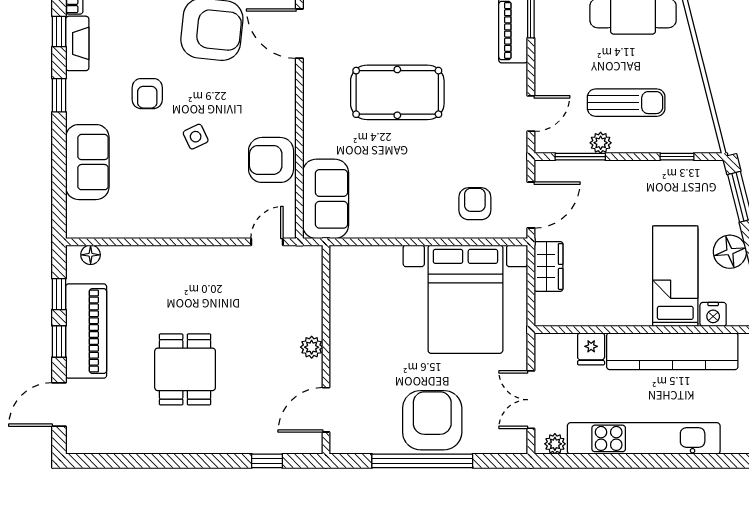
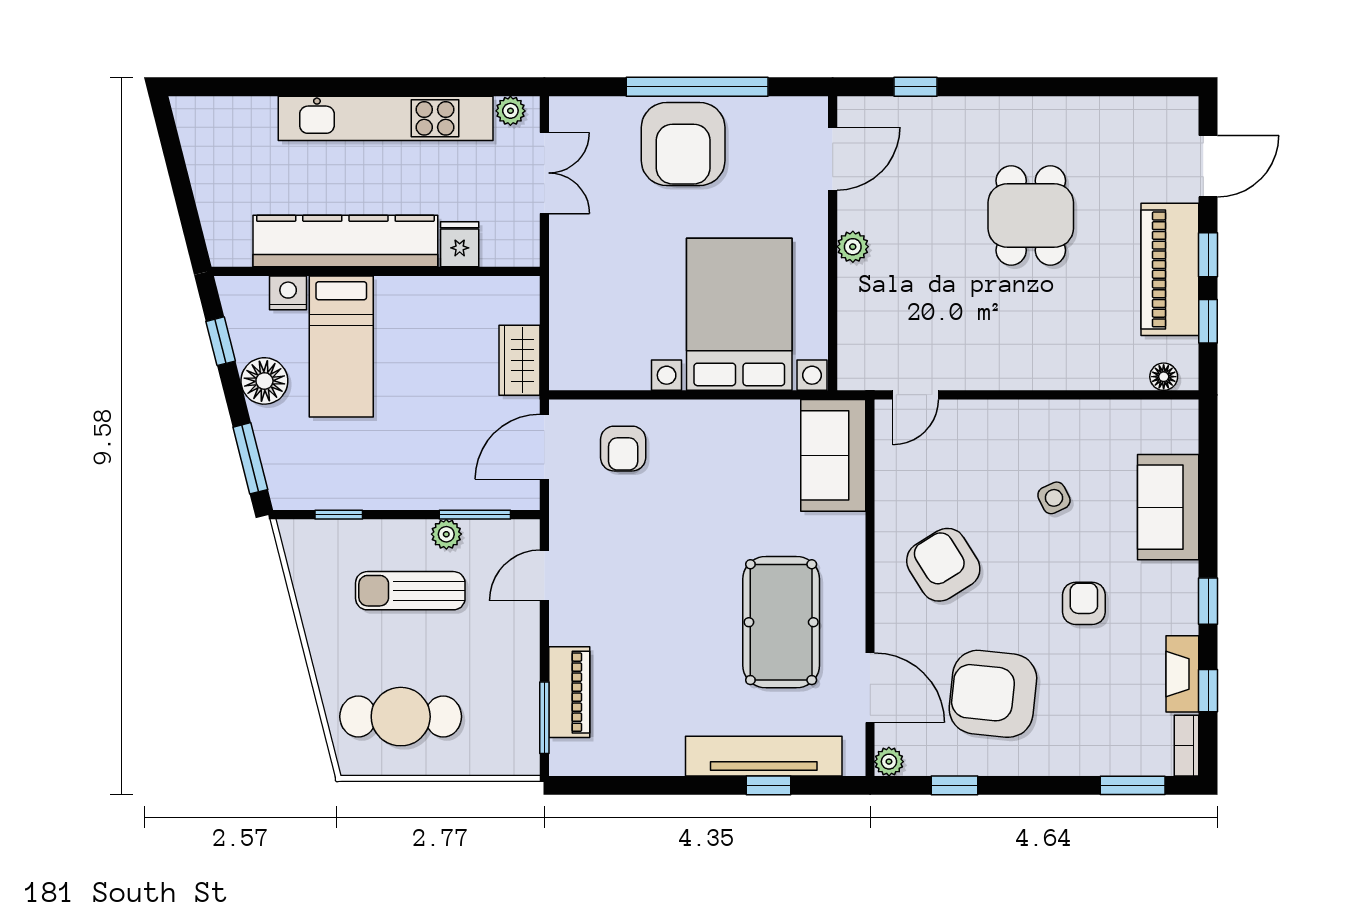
pool table: (397, 92) -> (781, 622), moved, turned 90
side table: (196, 137) -> (1054, 498), moved
armchair: (271, 160) -> (943, 565), moved, turned -122
bed with nightstands: (465, 299) -> (739, 314), moved

